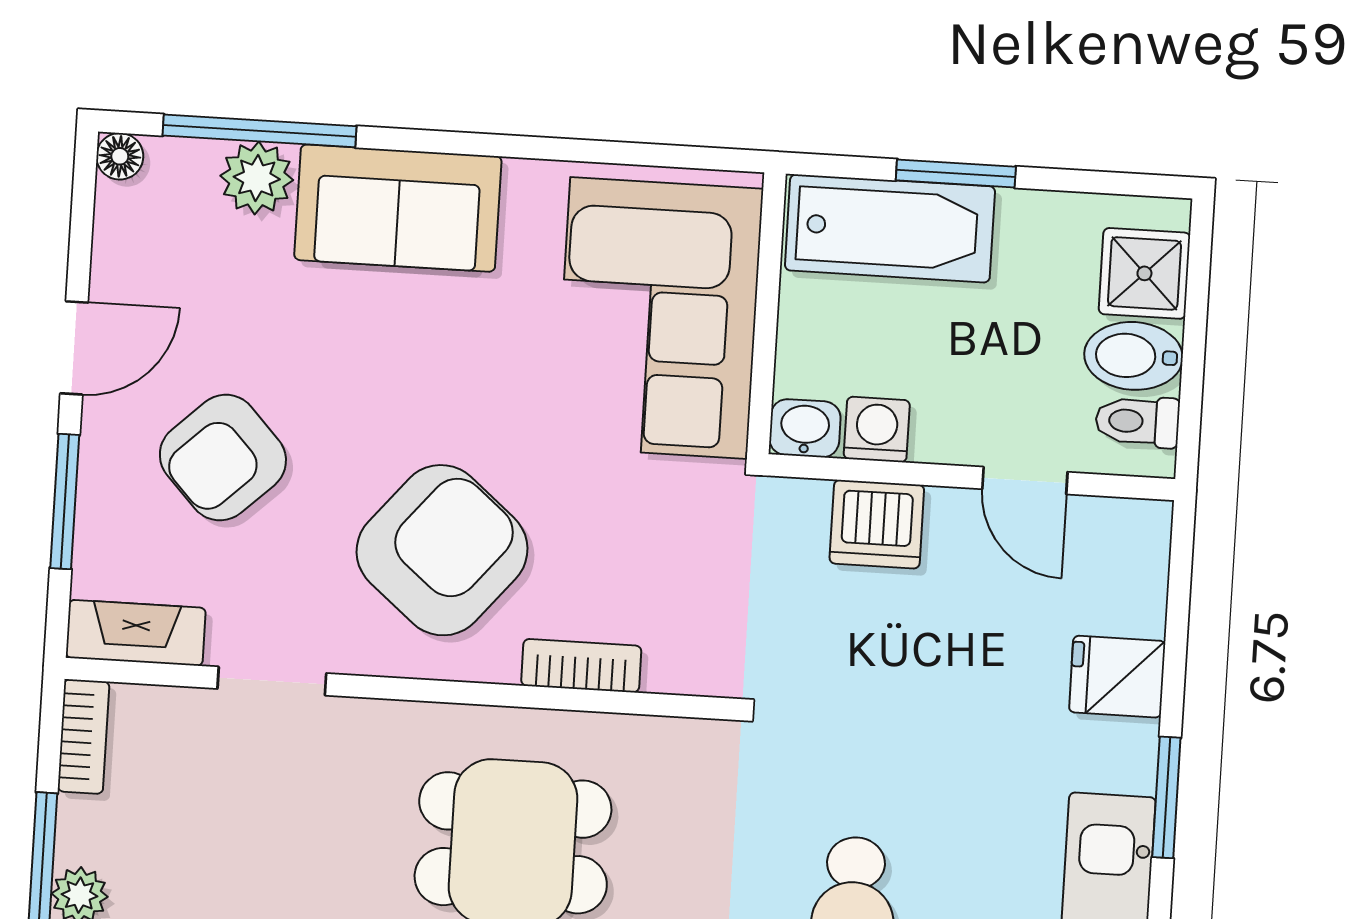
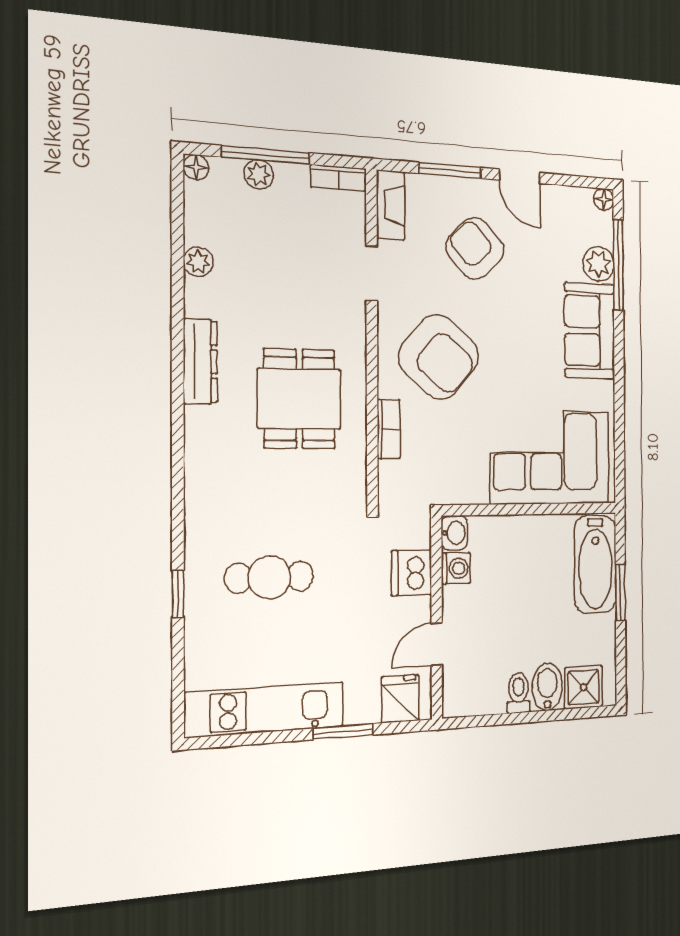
washbasin: (805, 428) -> (454, 533), moved
washing machine: (877, 430) -> (456, 568), moved
wall: (971, 477) -> (437, 617), moved
door: (1025, 481) -> (437, 644), moved
dishwasher: (877, 524) -> (412, 573), moved

